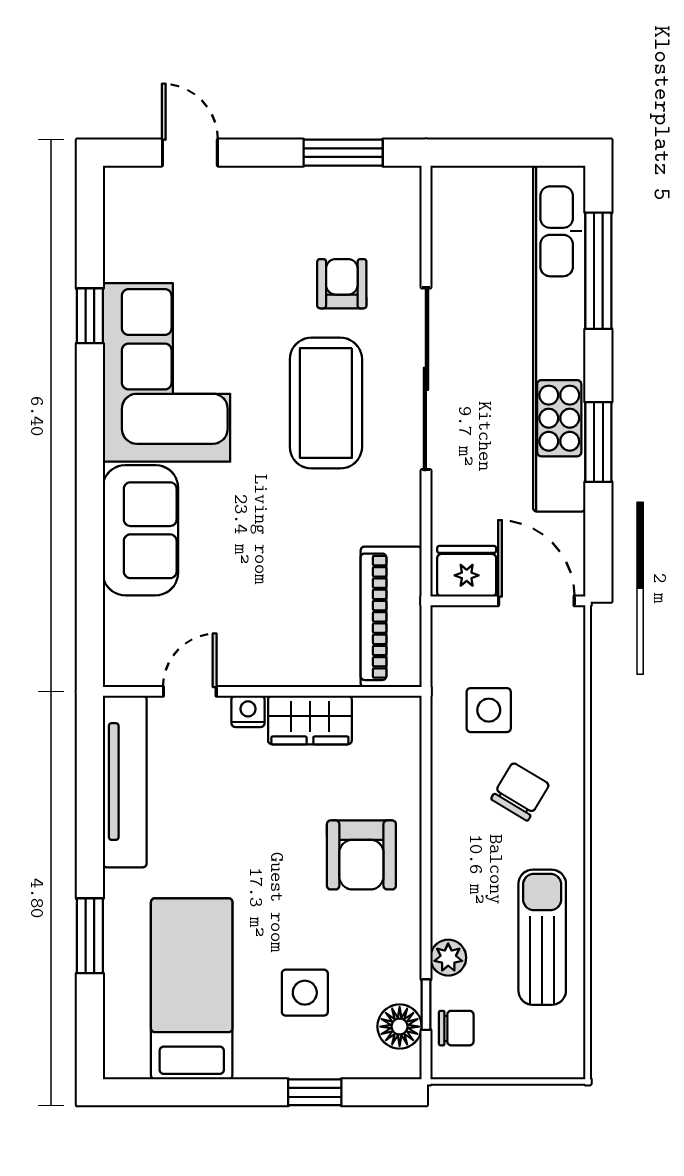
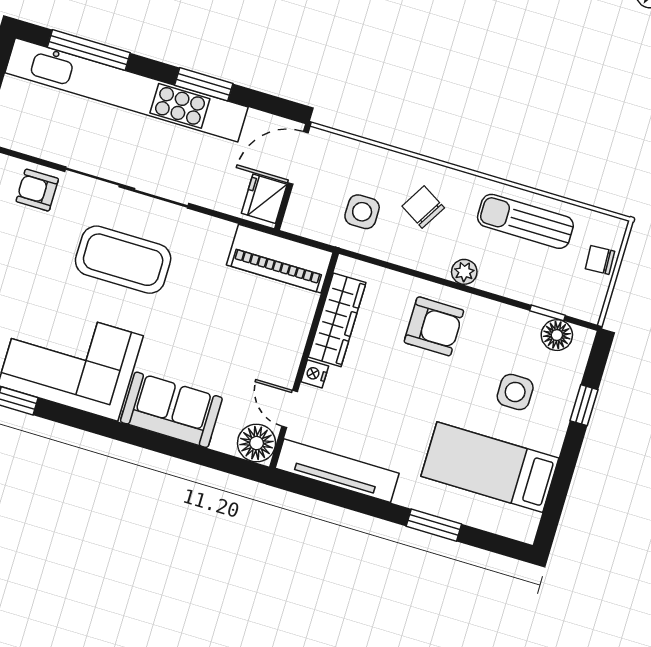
armchair: (342, 284) -> (37, 190), moved
floor lamp: (130, 660) -> (257, 443), added
wardrobe: (310, 720) -> (337, 320), width x1.50
plant: (448, 958) -> (464, 272), moved
chair: (456, 1028) -> (600, 260), moved, turned -93

